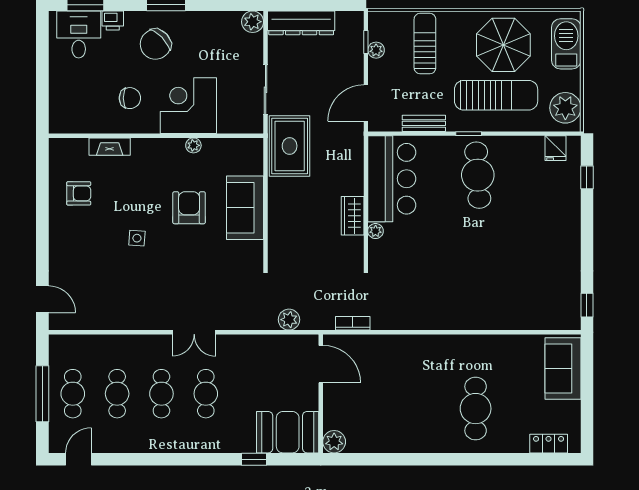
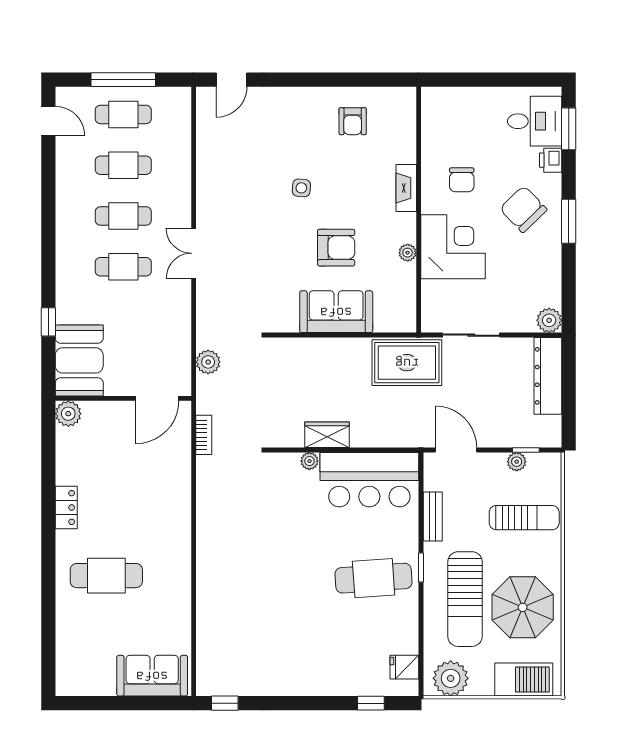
fireplace: (110, 147) -> (406, 188), moved
locker: (549, 444) -> (66, 508), moved

